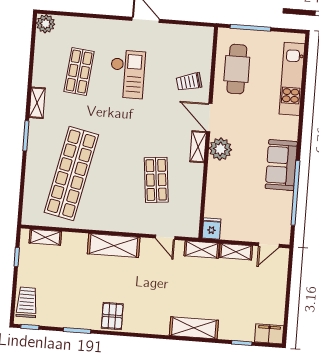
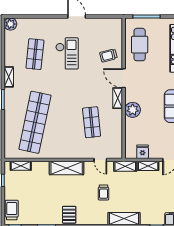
plant: (220, 149) -> (133, 110), moved
fridge: (212, 228) -> (143, 152), moved
trolley: (166, 287) -> (103, 193), added

